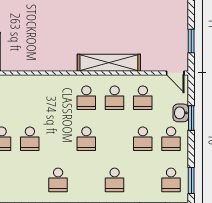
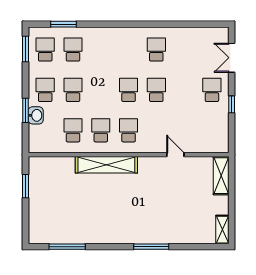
door: (175, 73) -> (175, 155), moved
school desk: (30, 139) -> (156, 90), moved
school desk: (115, 180) -> (73, 50), moved

